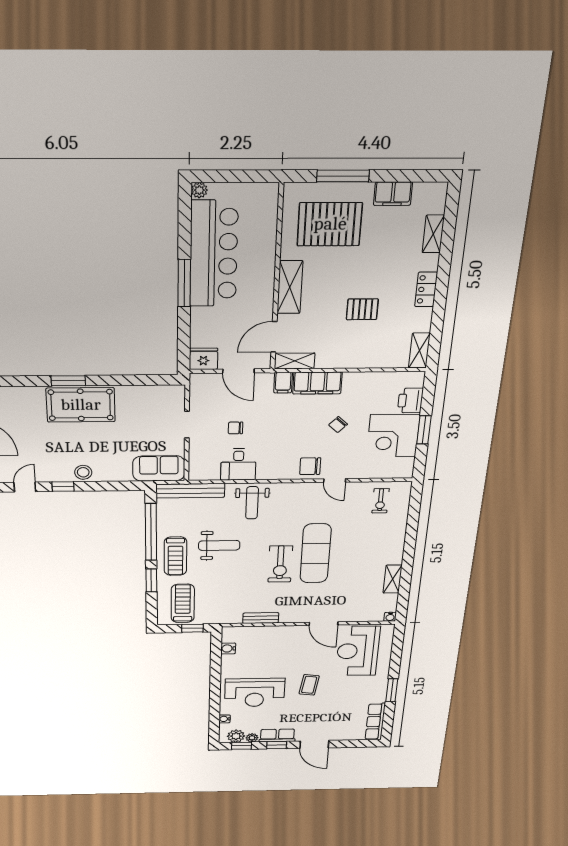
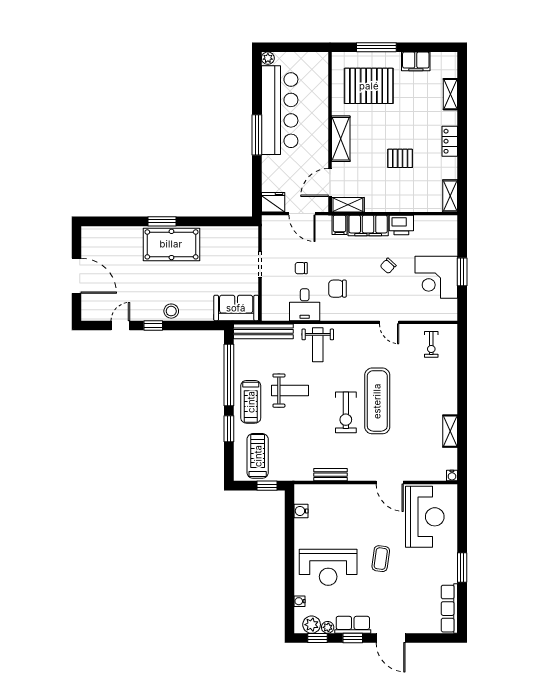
printer: (410, 400) -> (401, 225), moved, turned -90
chair: (310, 466) -> (337, 289), moved
reception desk: (358, 651) -> (425, 517), turned 180

